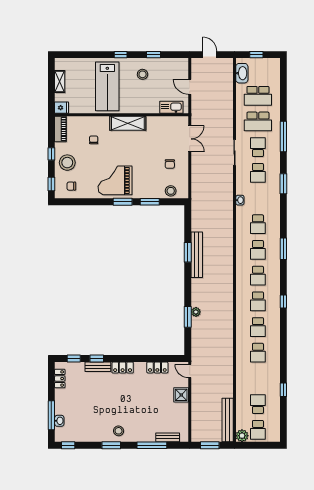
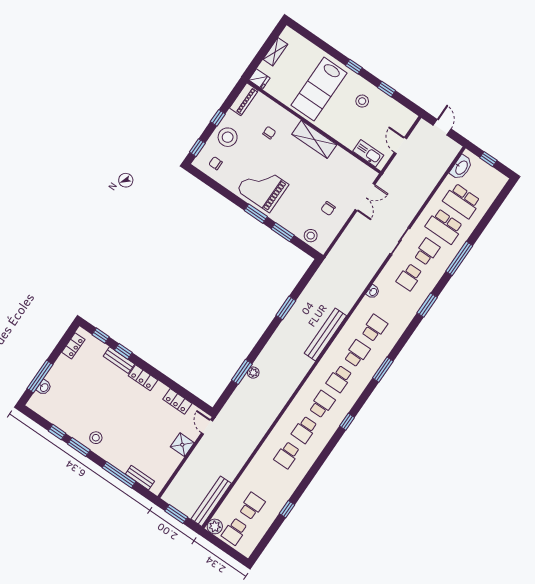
school desk: (258, 224) -> (374, 328), turned 180
school desk: (258, 250) -> (357, 353), turned 180
bench: (197, 255) -> (325, 334), moved
school desk: (258, 301) -> (322, 404), turned 180
window: (68, 445) -> (57, 432), moved

